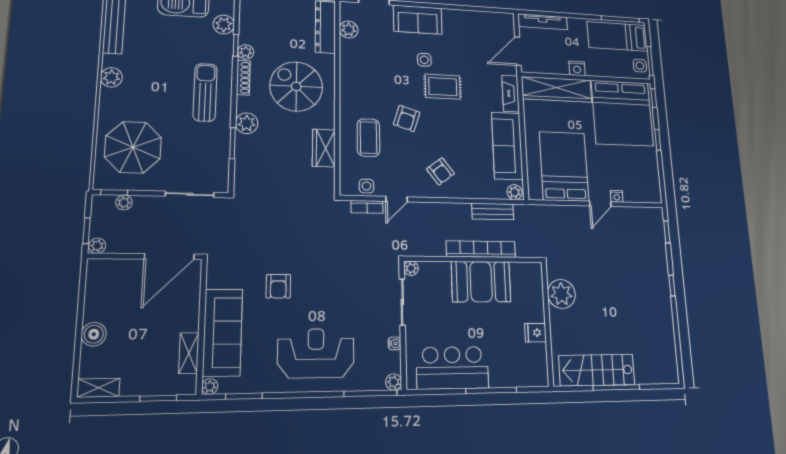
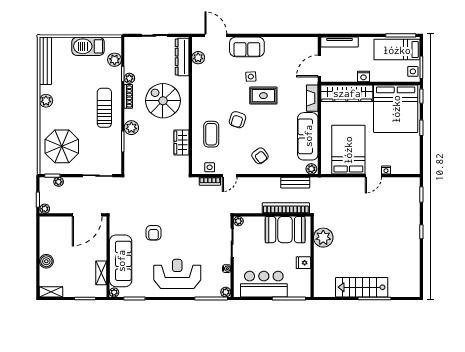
plant: (561, 294) -> (323, 238), moved
wall: (547, 323) -> (312, 257), moved
fridge: (535, 333) -> (303, 263), moved

